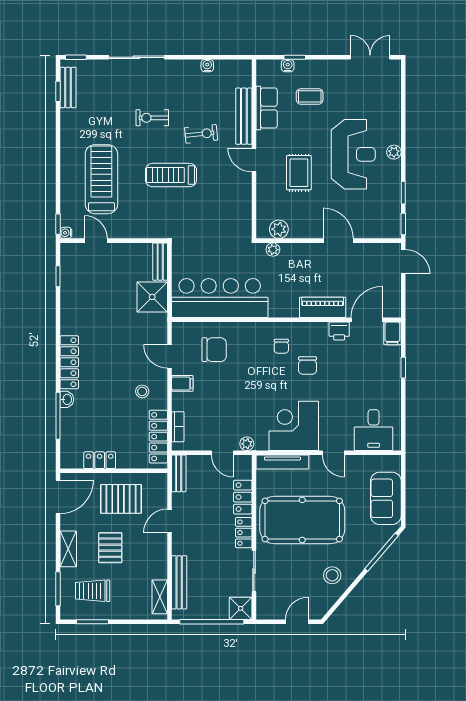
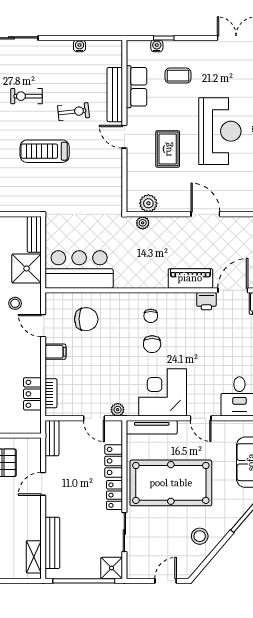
bar counter: (220, 298) -> (79, 269), width x0.73
chair: (308, 366) -> (152, 344), moved
stool: (142, 391) -> (15, 303), moved
locker: (158, 437) -> (32, 394), width x0.66

